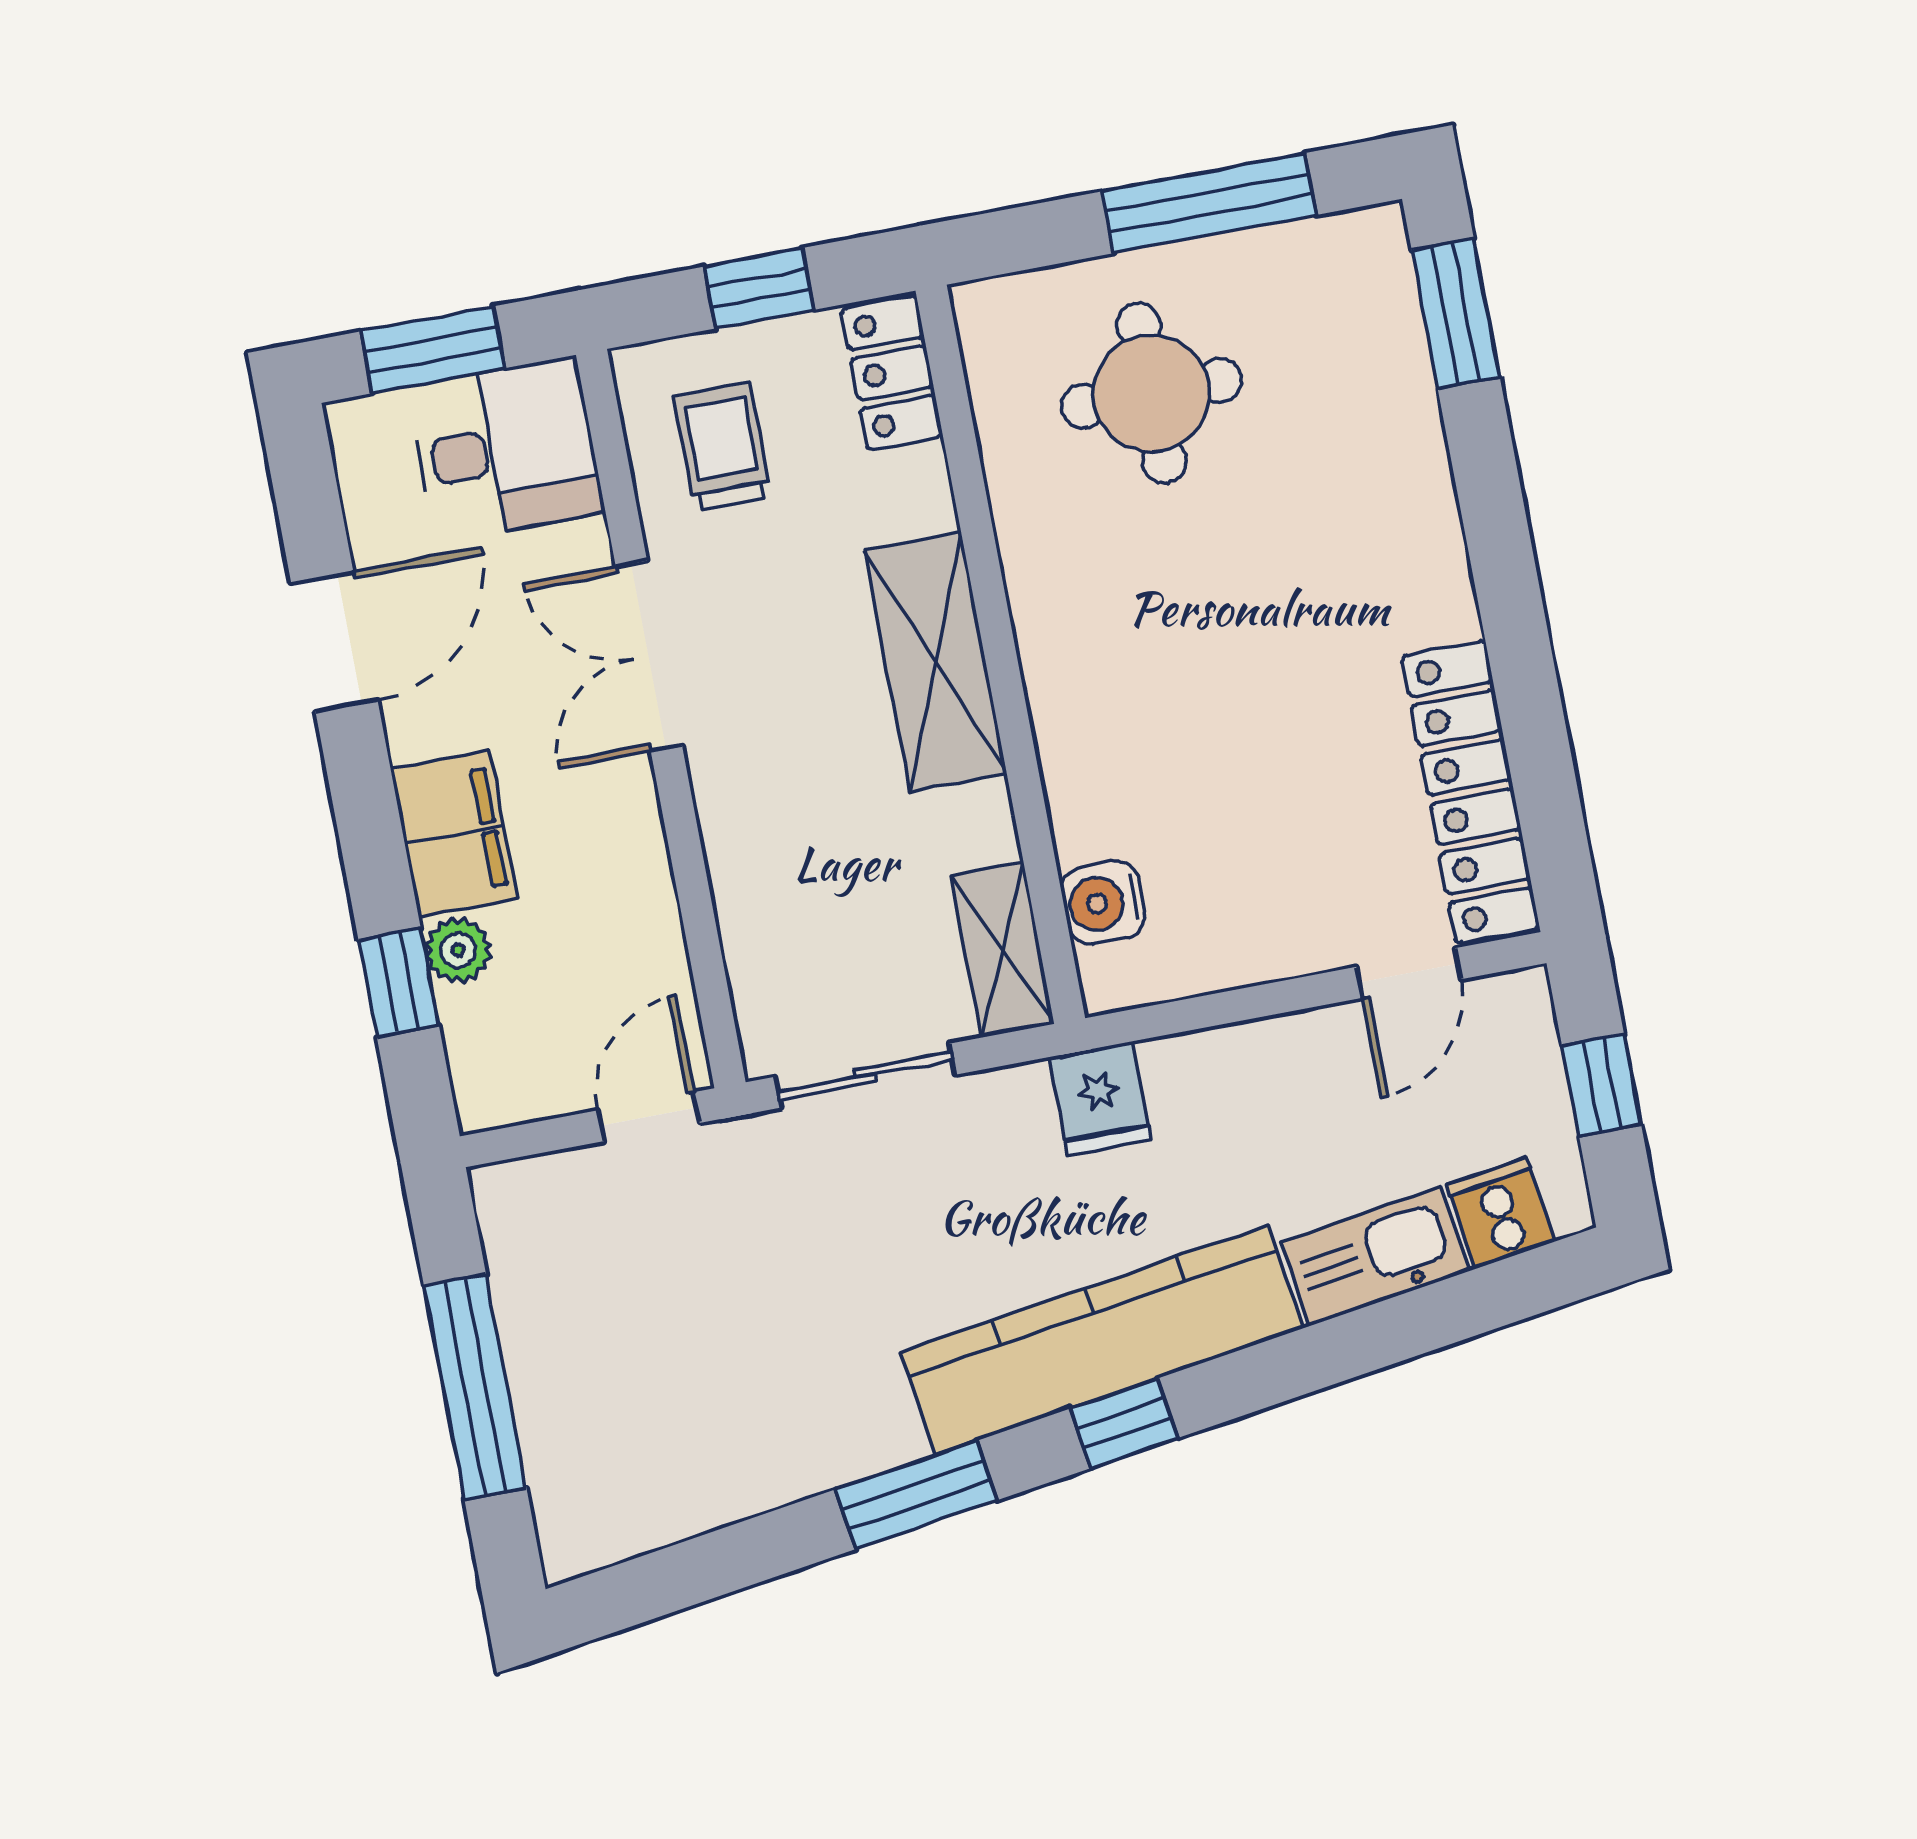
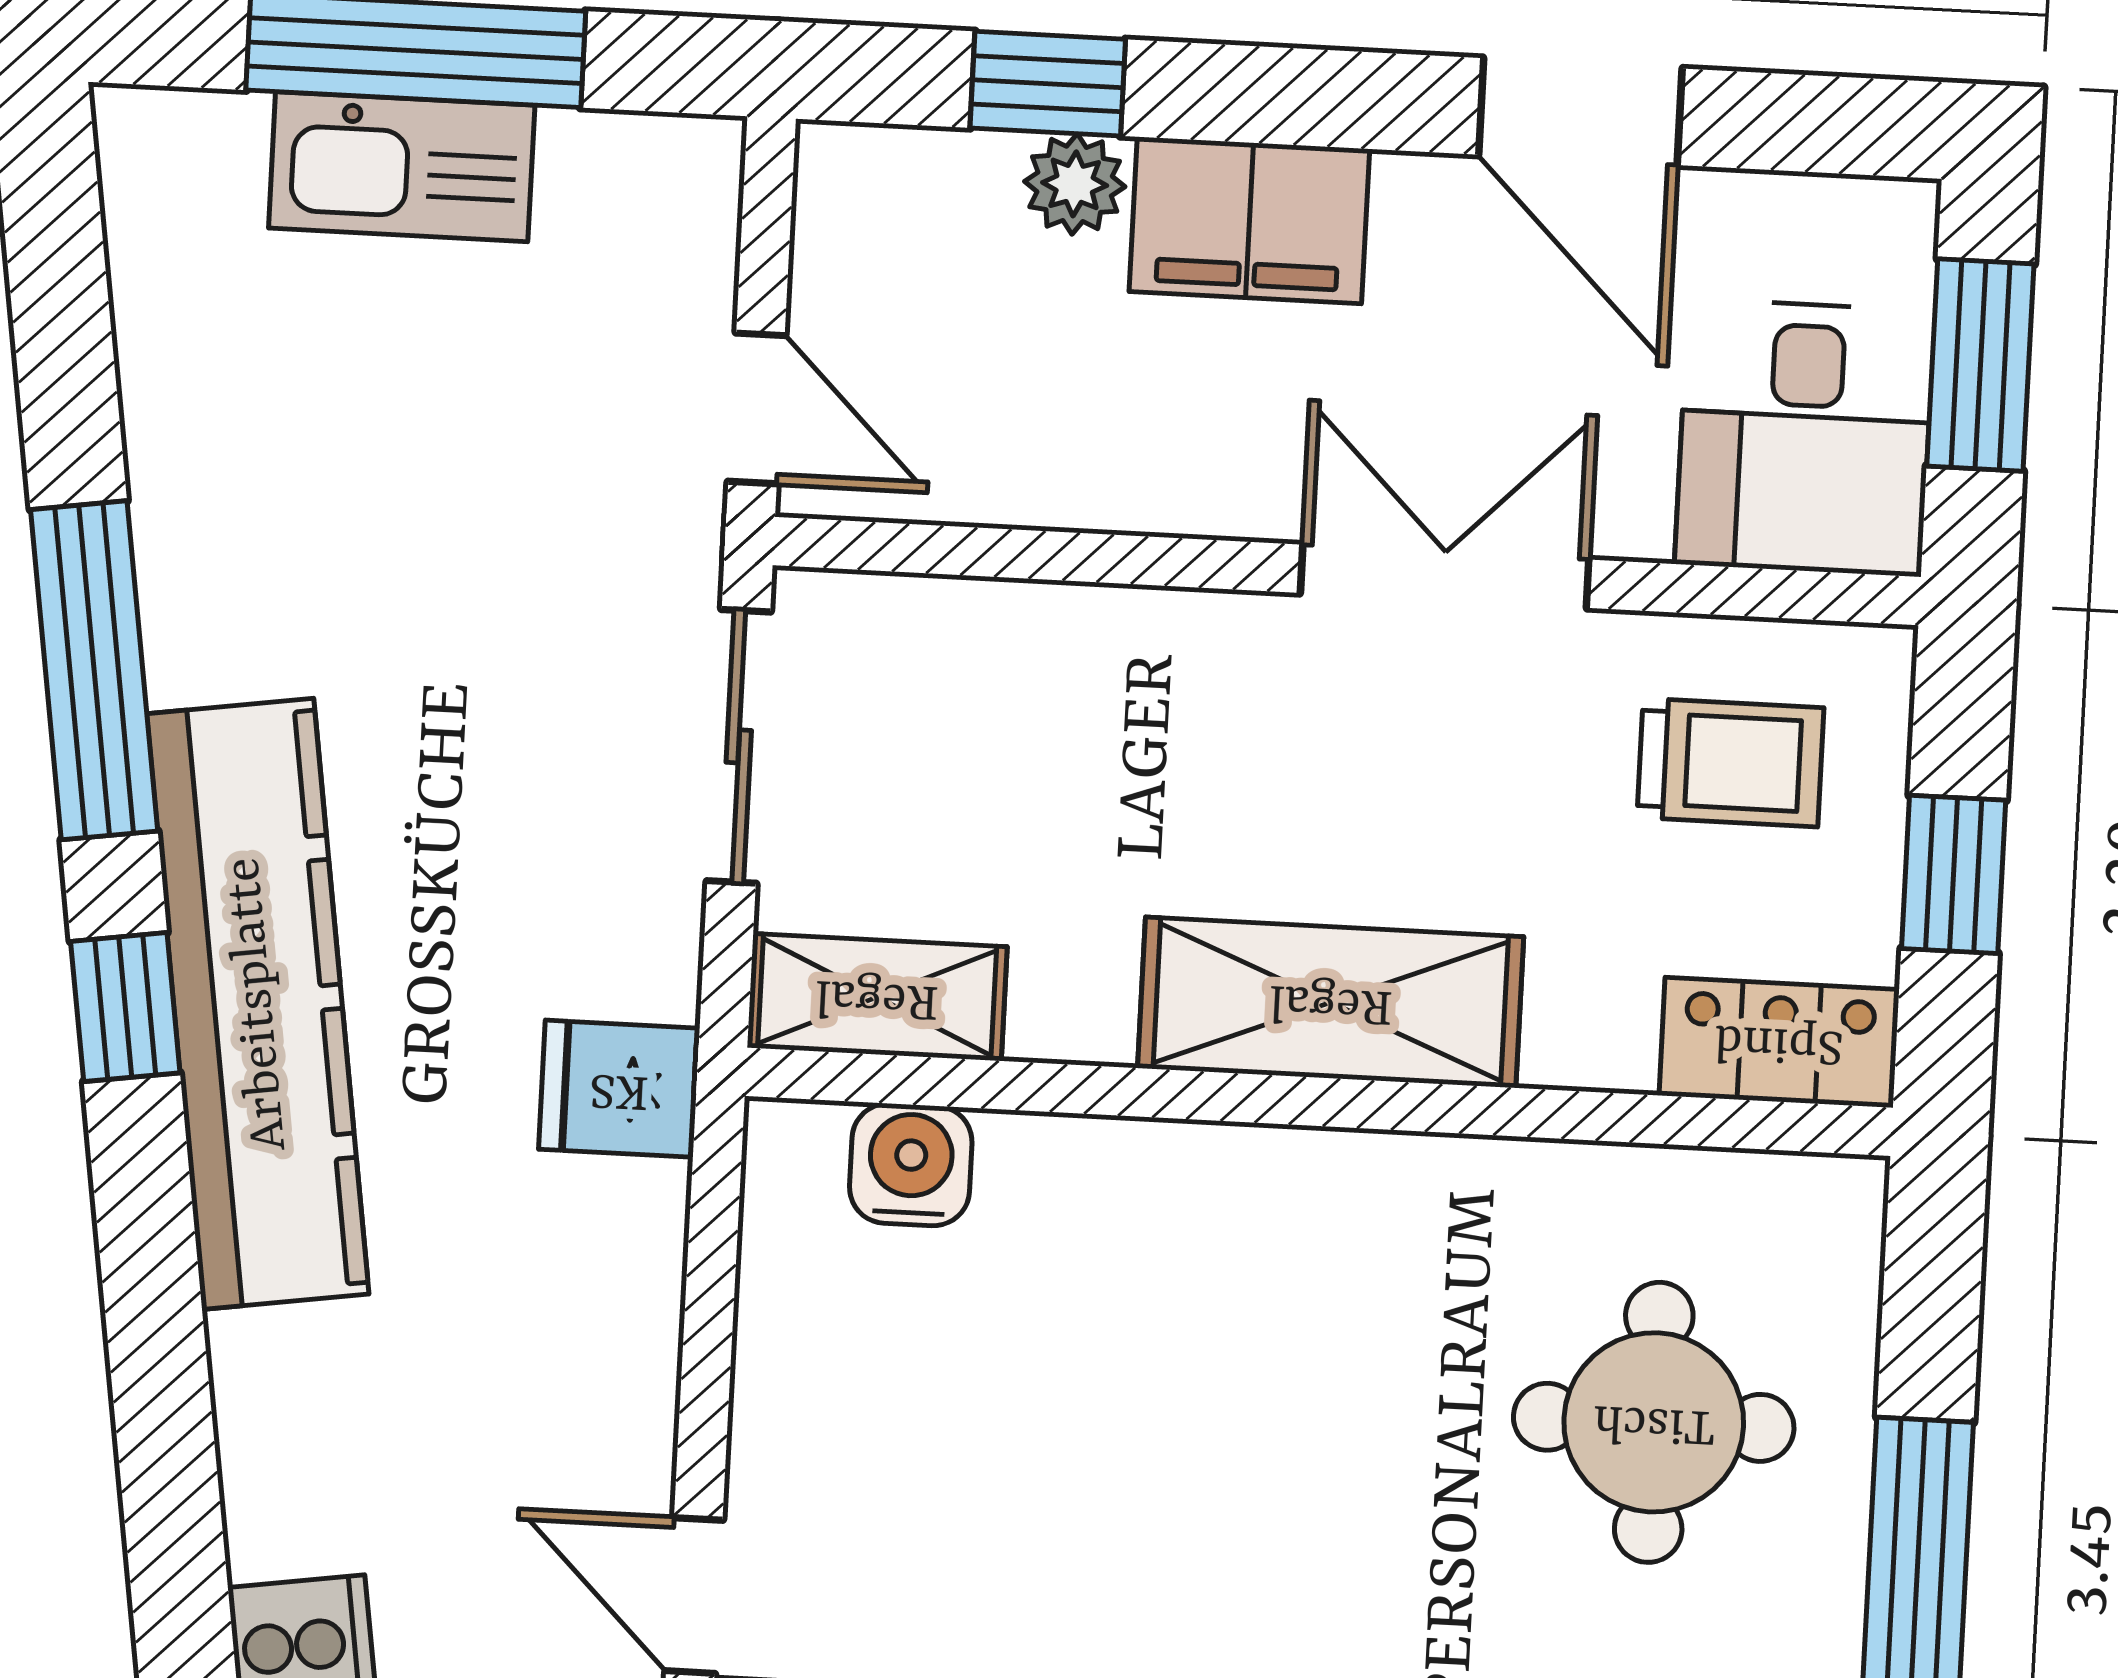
kitchen sink: (1375, 1257) -> (402, 167), moved, turned 98
window: (916, 1495) -> (94, 670), width x1.44

